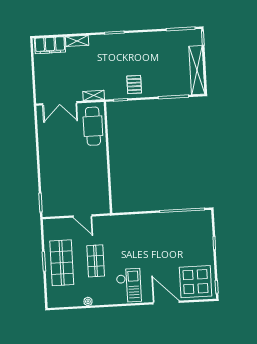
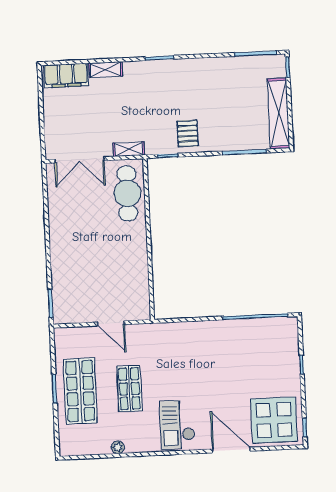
checkout: (129, 285) -> (177, 425), turned 180

